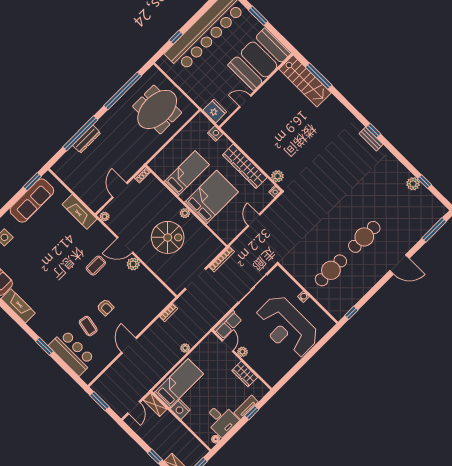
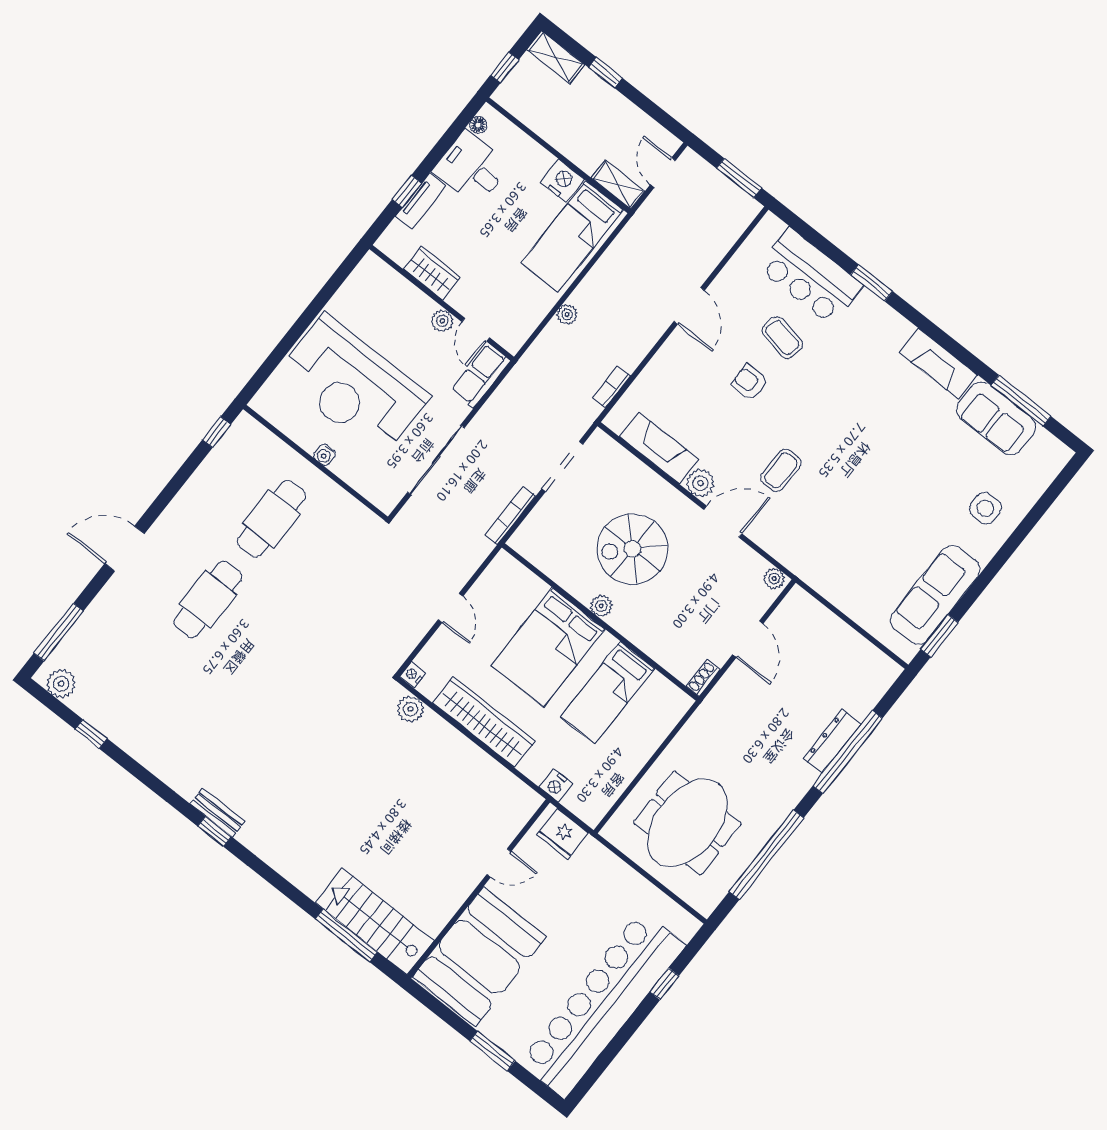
plant: (413, 184) -> (61, 684), moved
fireplace: (79, 212) -> (659, 448), moved
reception desk: (287, 327) -> (353, 386), turned 180

